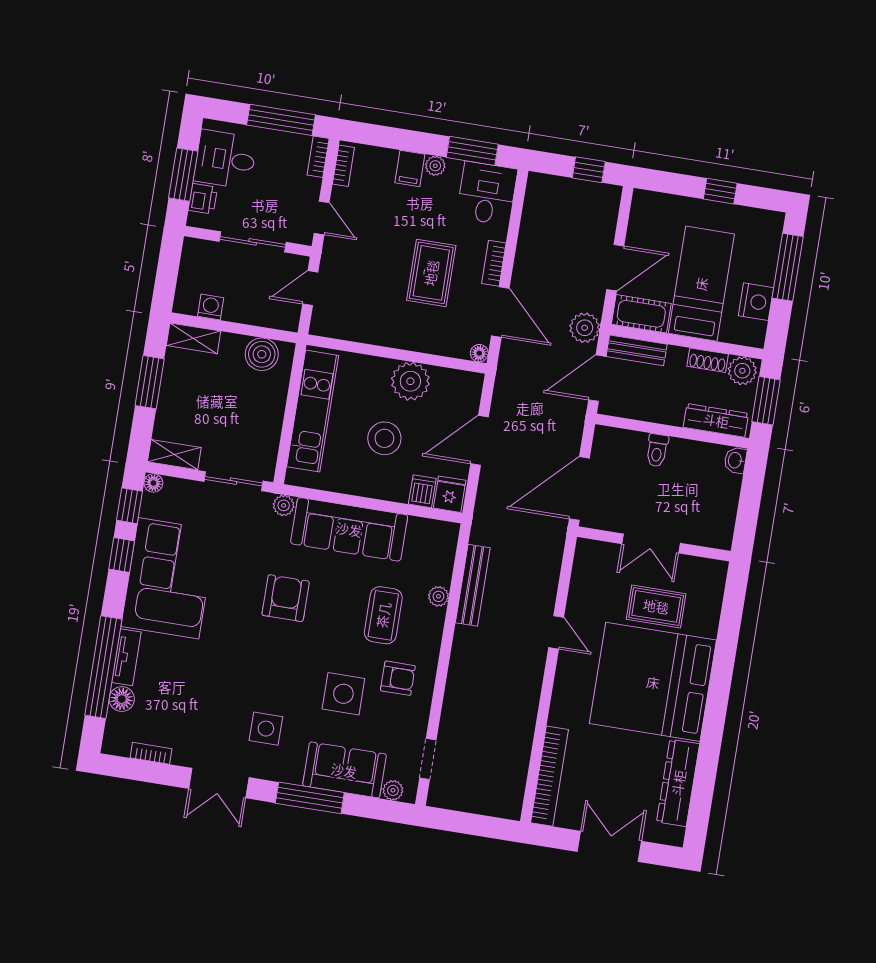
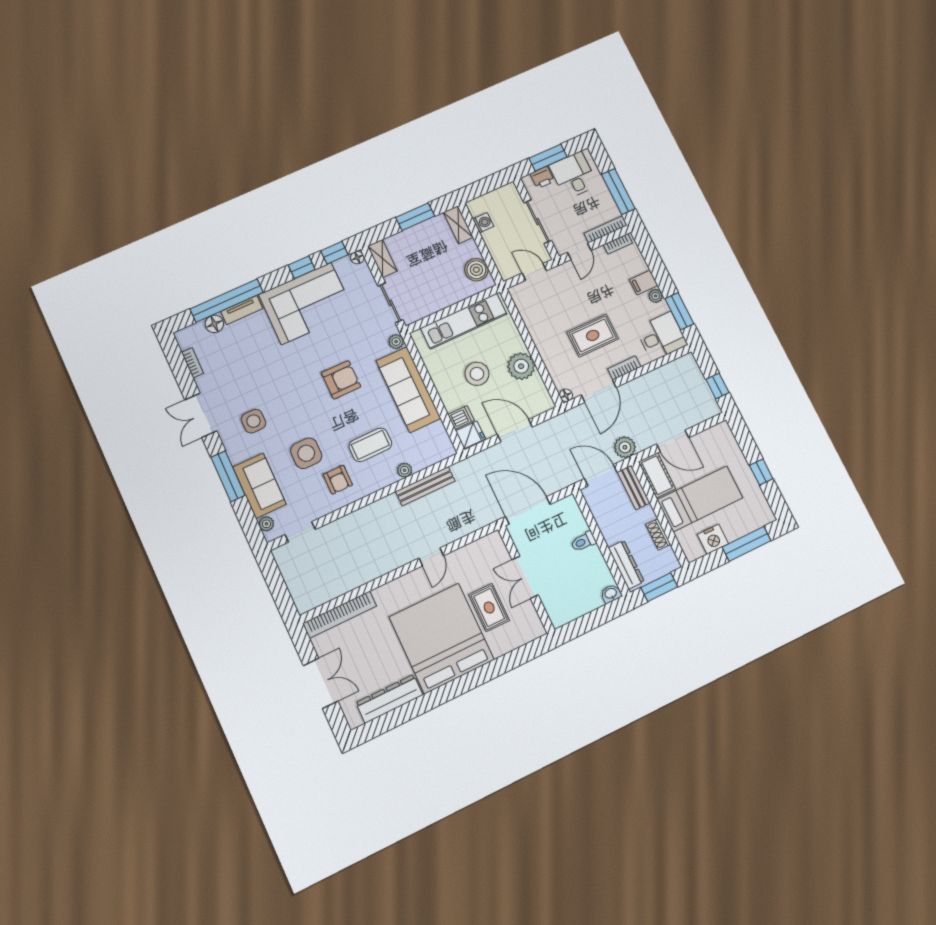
bookcase: (318, 157) -> (606, 229), width x1.56
plant: (742, 371) -> (667, 560), removed

